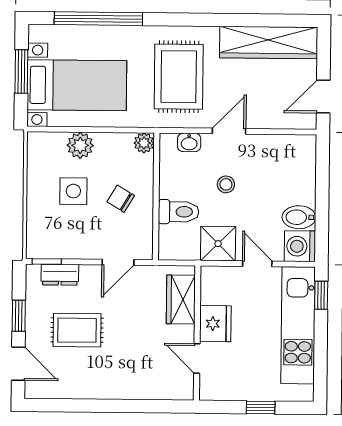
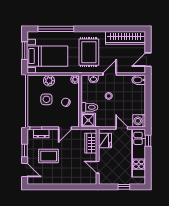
bidet: (299, 217) -> (139, 80), moved
shower: (218, 244) -> (88, 120), moved
fridge: (215, 324) -> (105, 141), moved

